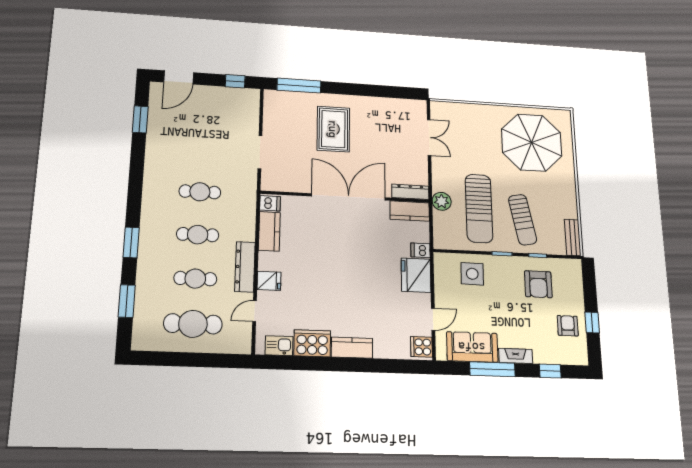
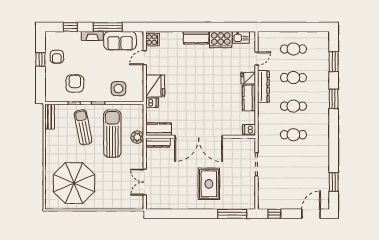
kitchen counter: (269, 231) -> (249, 98), moved
cafe table: (193, 324) -> (293, 49), width x0.73, depth x0.74

